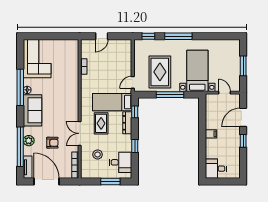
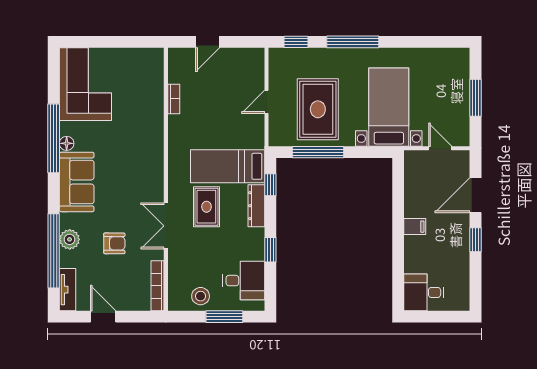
door: (133, 82) -> (267, 102), moved
window: (170, 95) -> (318, 152), moved
stool: (98, 154) -> (201, 296), moved
door: (46, 181) -> (103, 317), width x0.53

